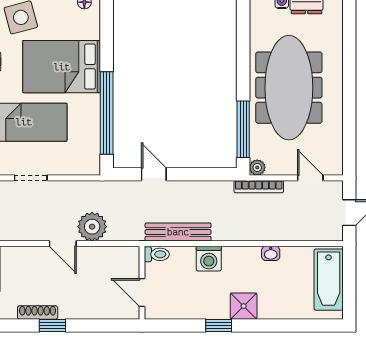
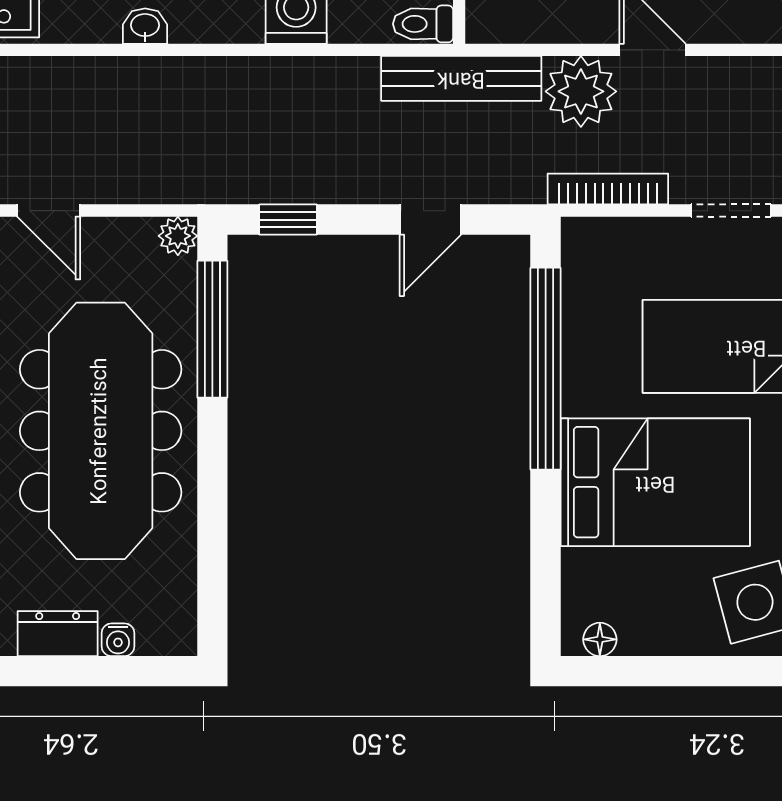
door: (154, 174) -> (430, 220), hinge flipped
window: (212, 174) -> (288, 220), added
bookcase: (259, 187) -> (608, 189), moved
bench: (178, 232) -> (461, 78), moved

